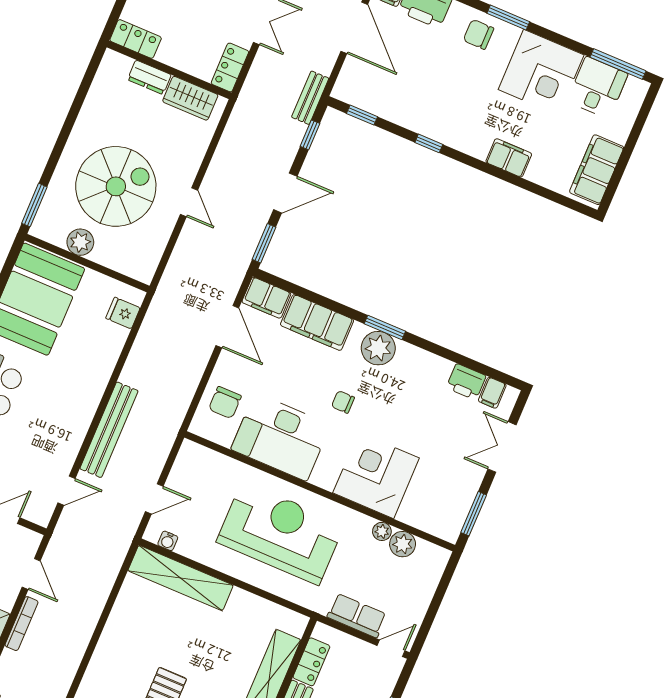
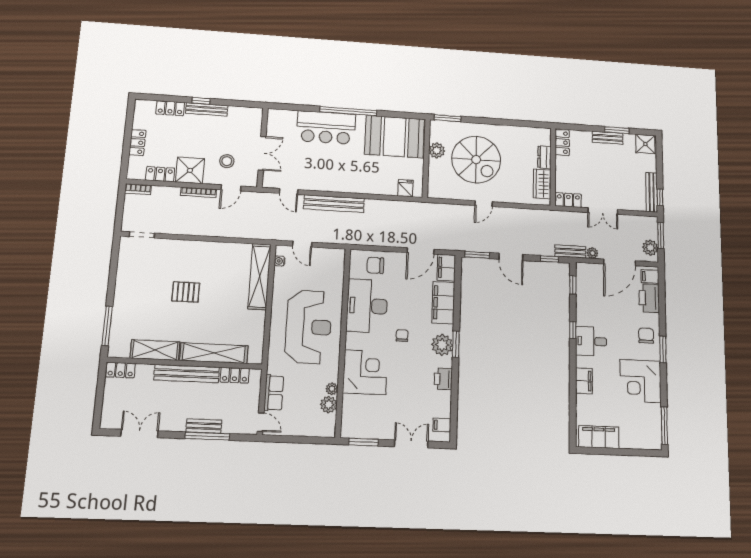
plant: (325, 64) -> (592, 253), added
desk: (597, 88) -> (591, 341), moved, turned 180
printer: (466, 382) -> (443, 379), moved

